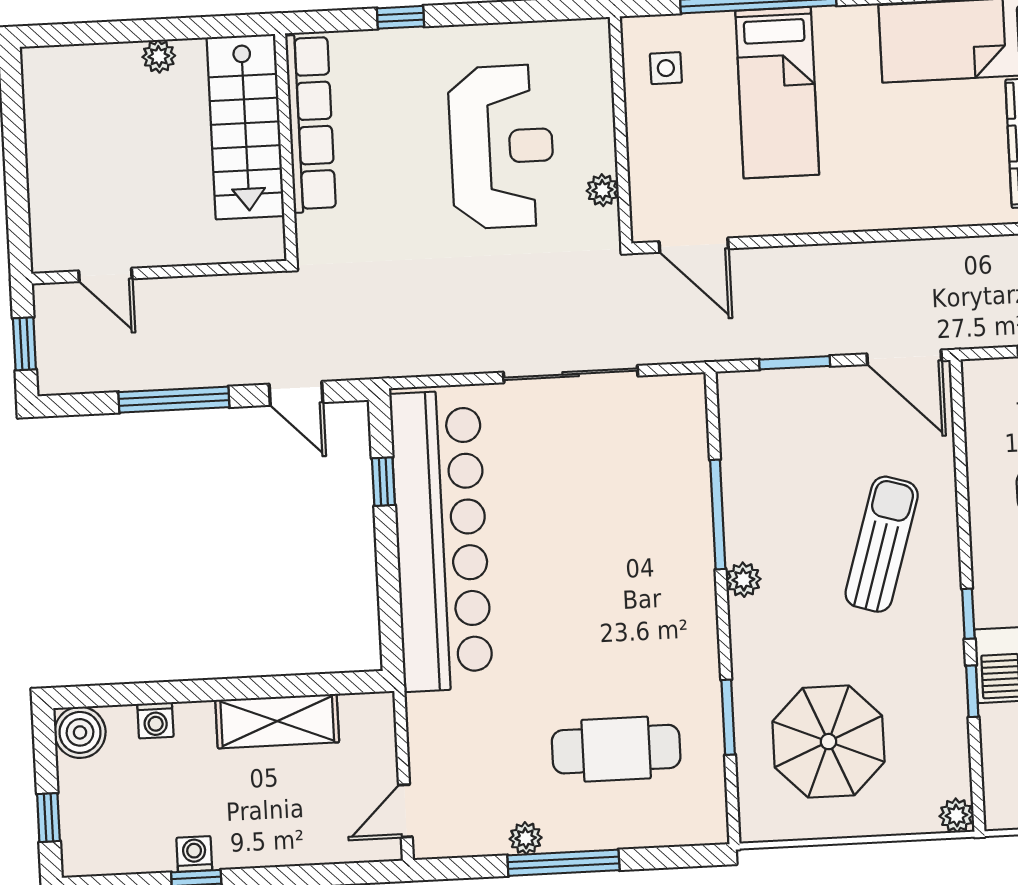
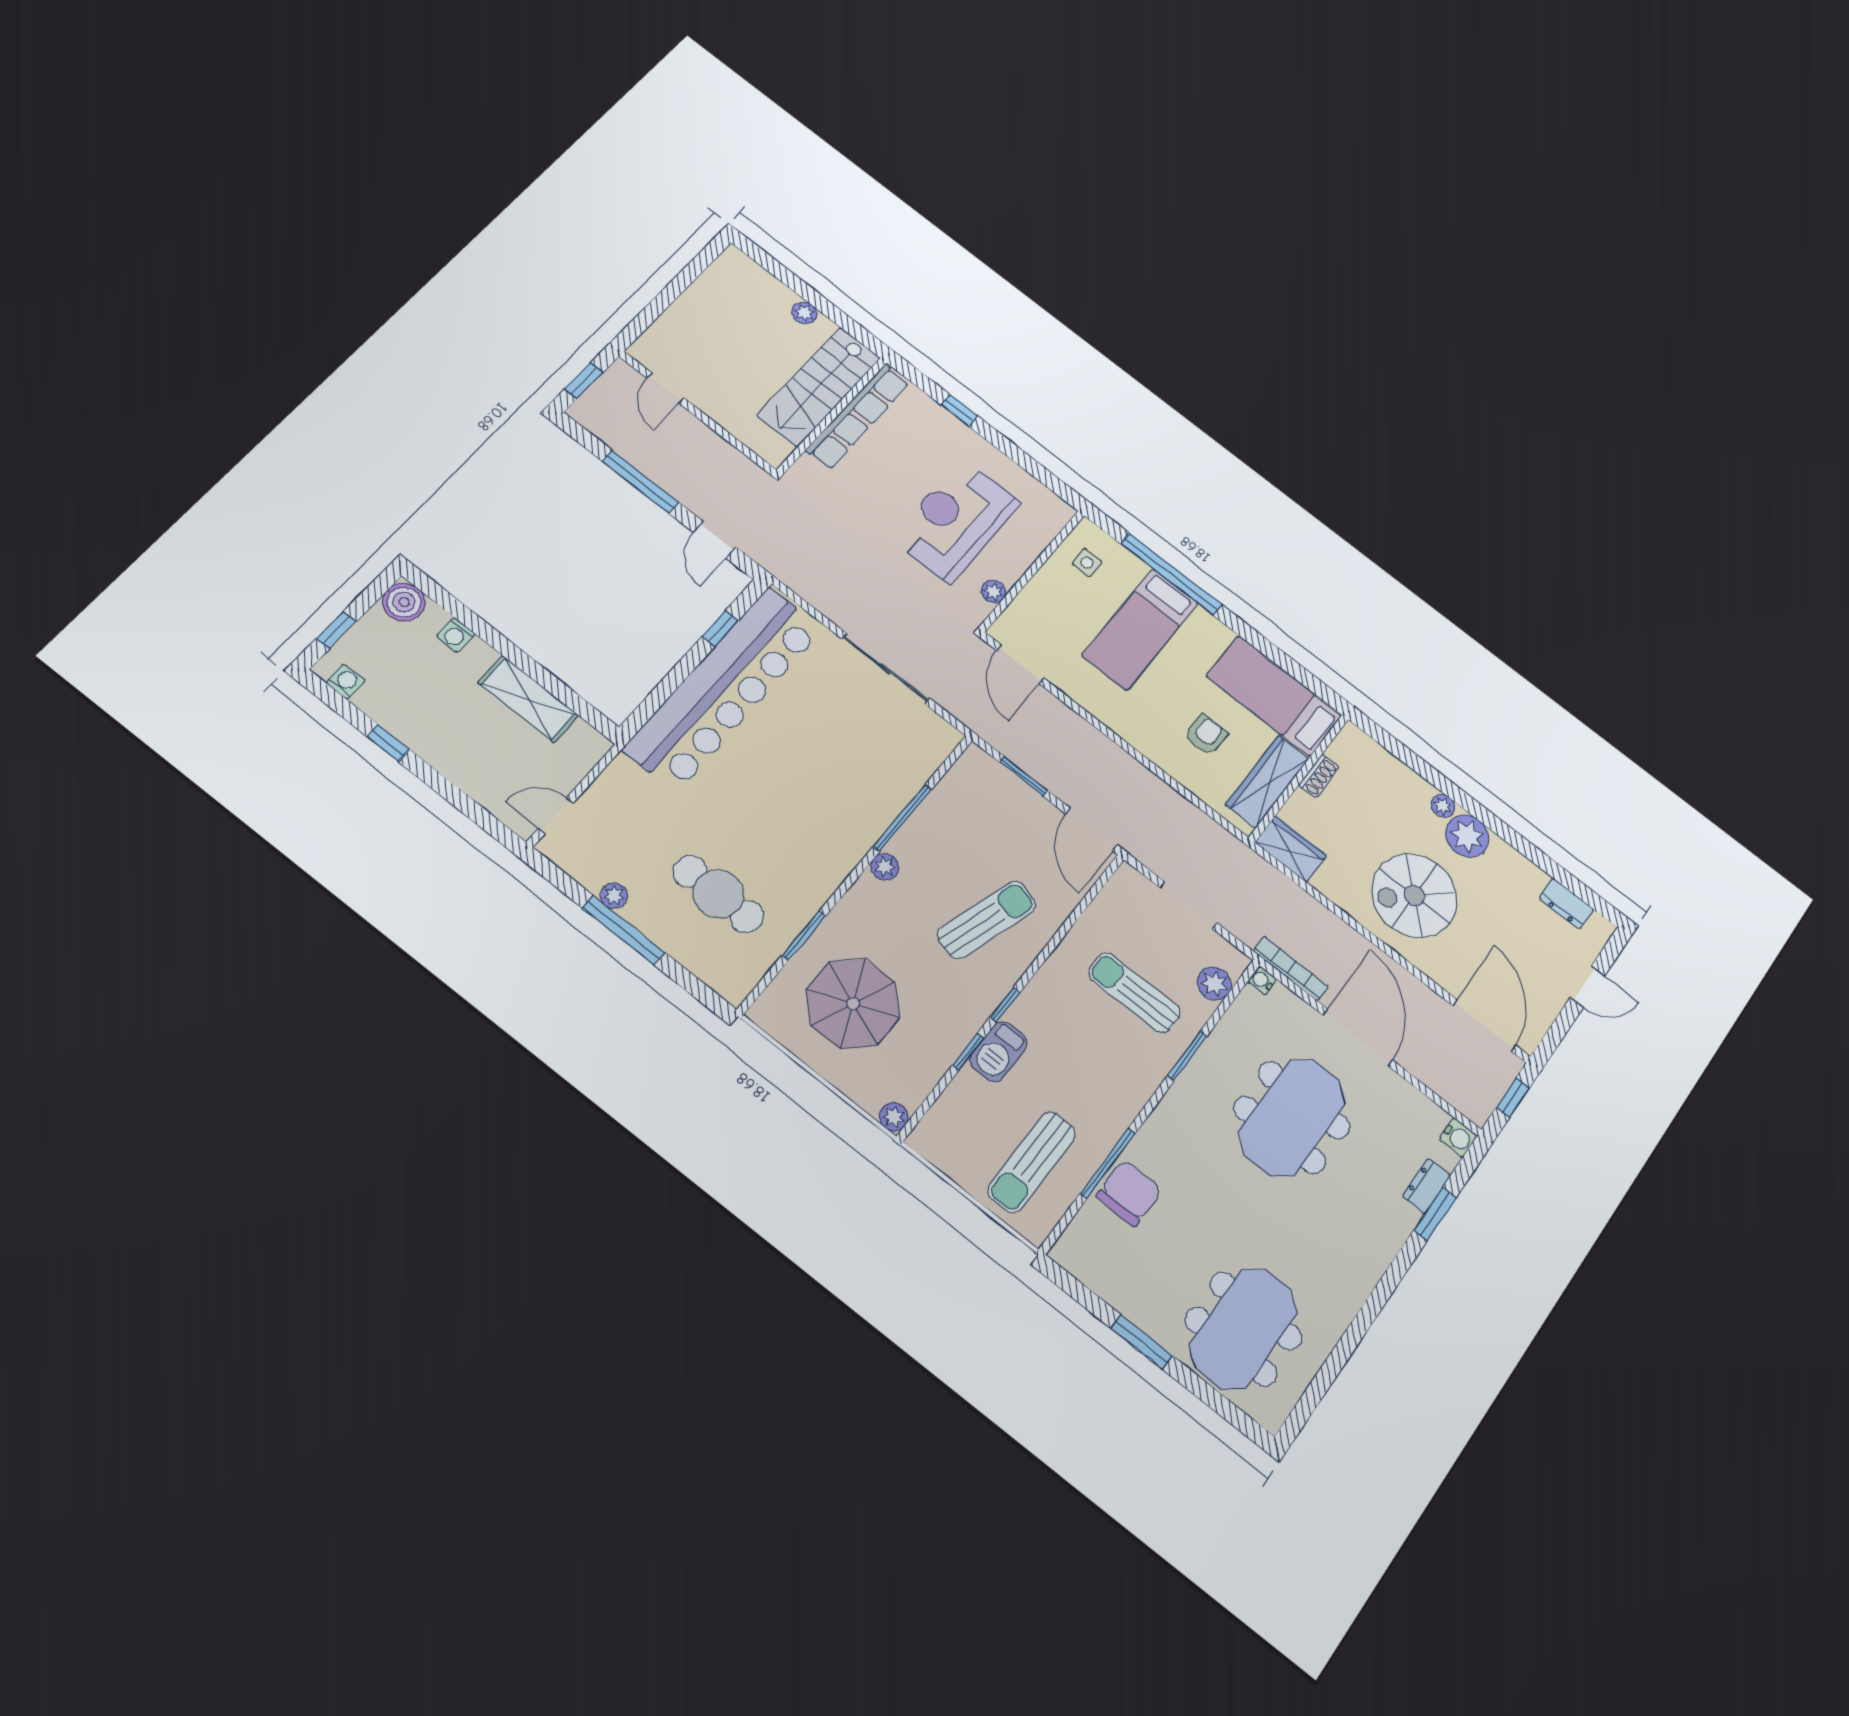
reception desk: (502, 147) -> (956, 521), turned 180
armchair: (934, 148) -> (1206, 735), added
washing machine: (194, 854) -> (346, 682), moved

